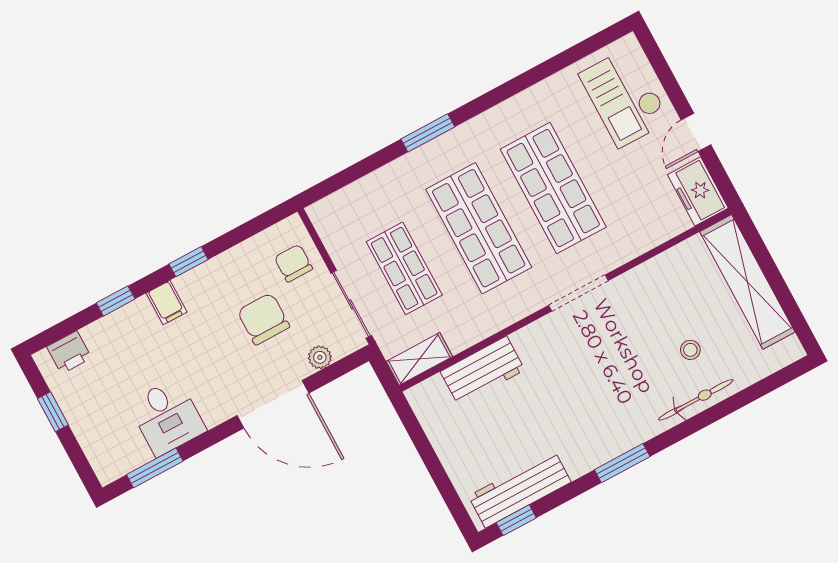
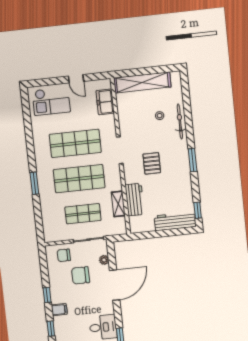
freezer: (698, 191) -> (105, 102), moved, turned 90
shelving: (419, 359) -> (118, 204), moved
pallet: (578, 376) -> (152, 163), added
workbench: (520, 489) -> (175, 221), moved, turned 90

